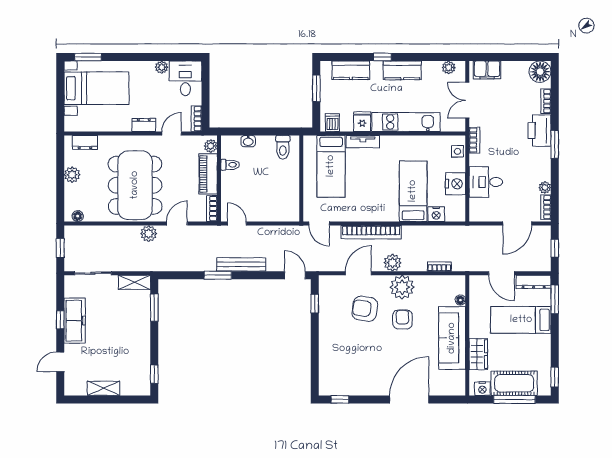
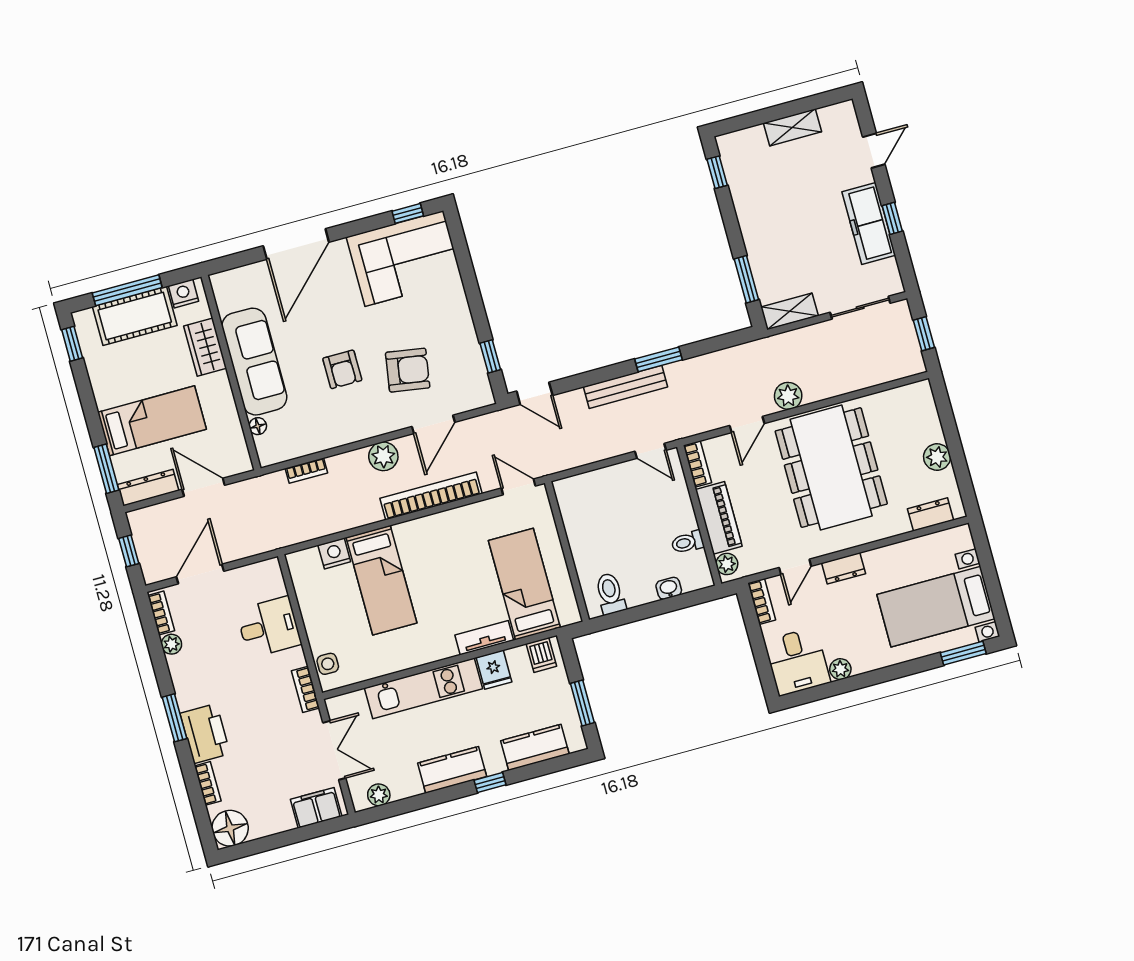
nightstand: (456, 184) -> (317, 611), removed
floor lamp: (78, 216) -> (910, 393), removed
plant: (402, 287) -> (357, 421), removed
corner sofa: (349, 374) -> (404, 258), added

